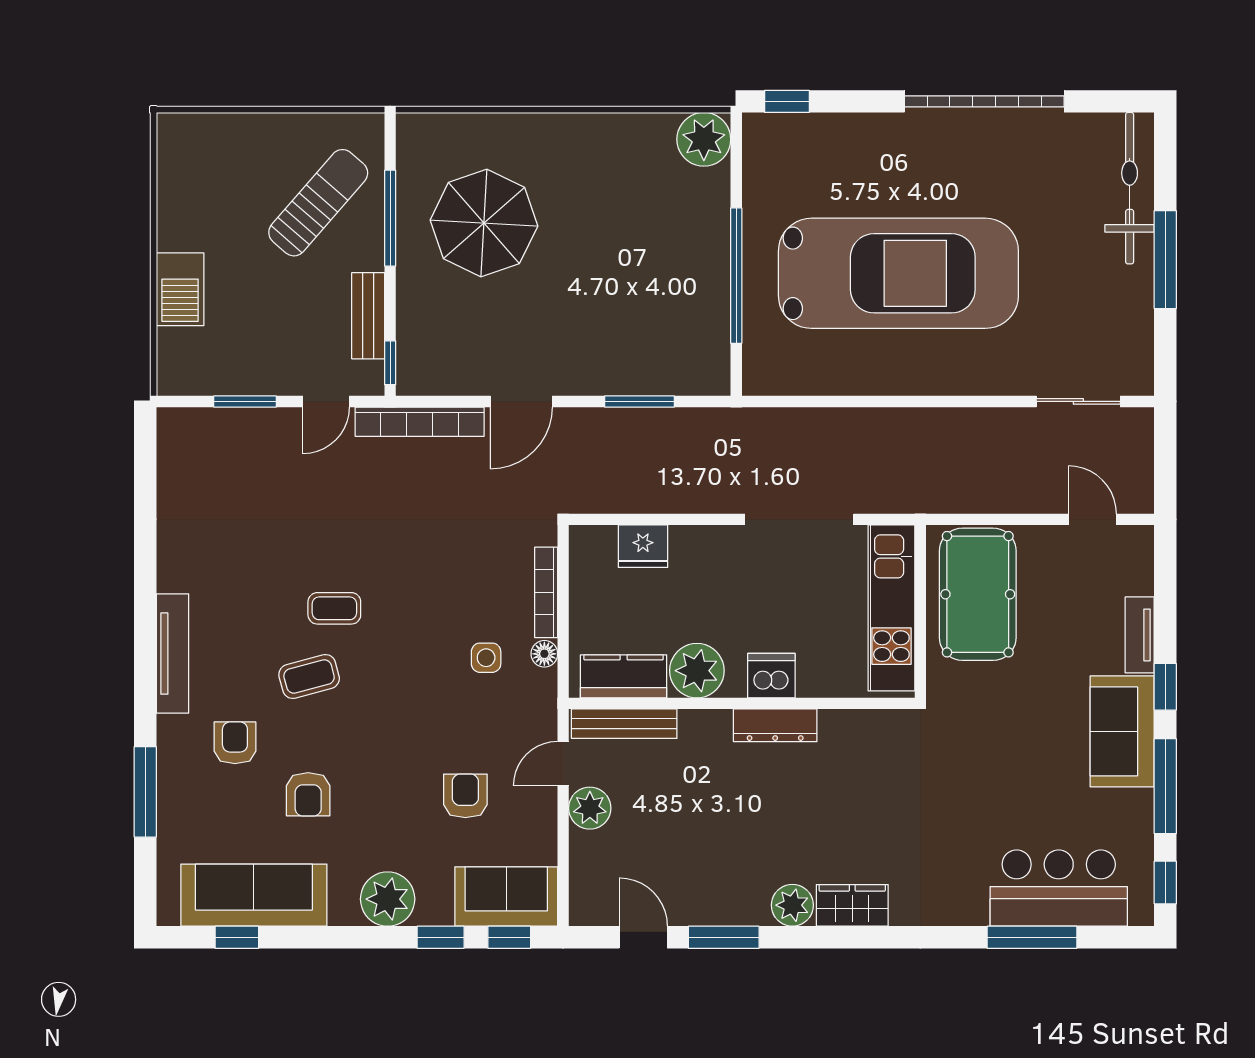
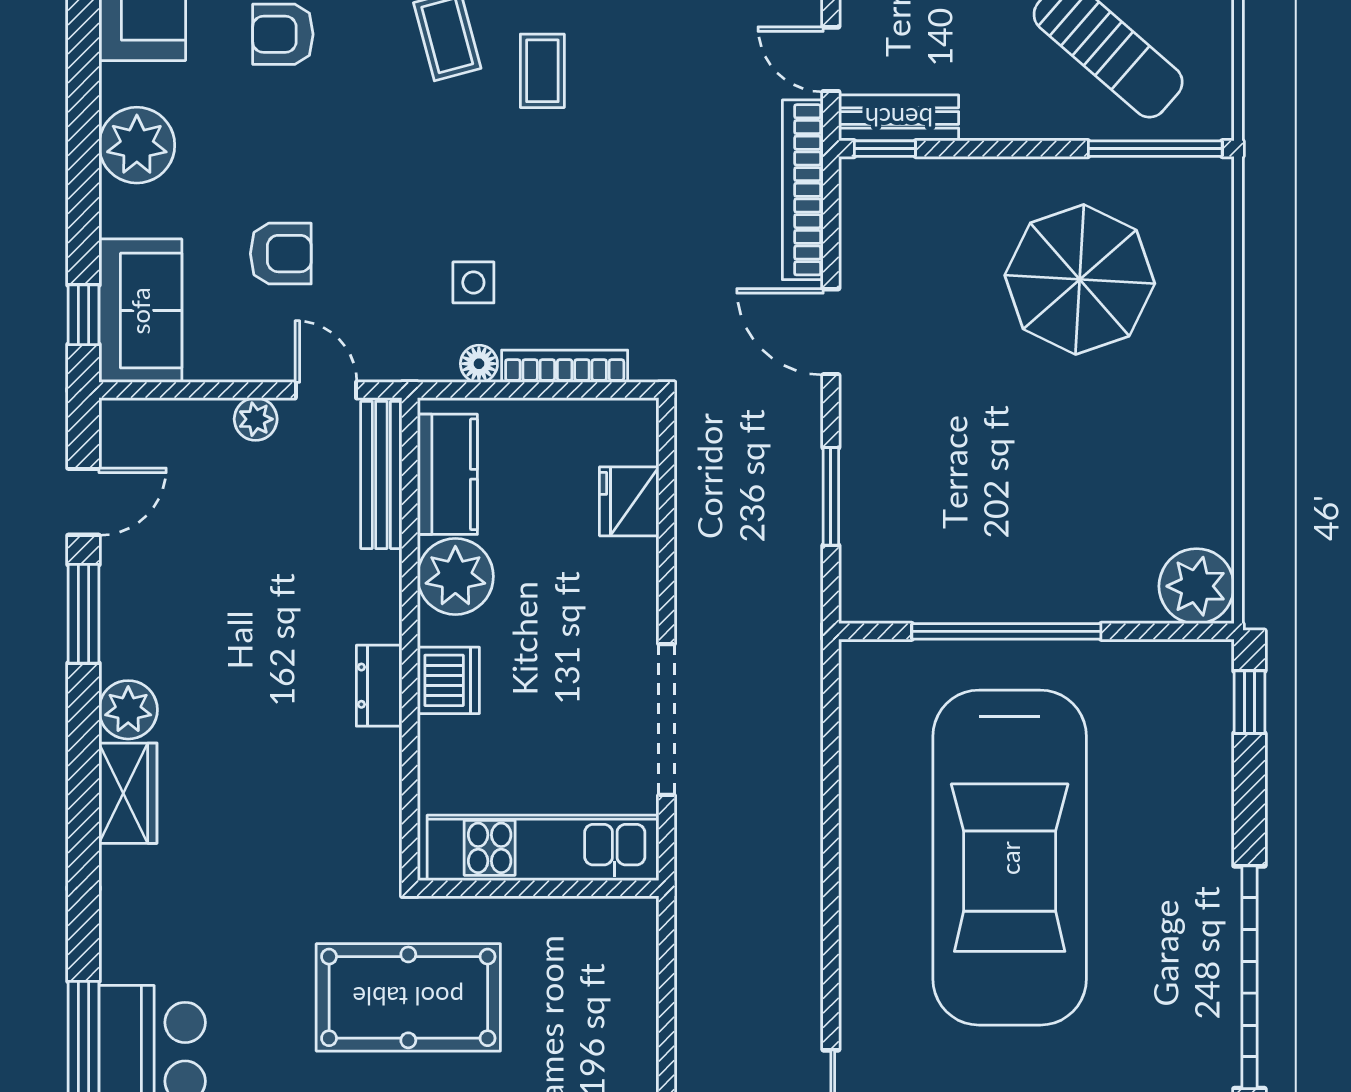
window: (390, 218) -> (1155, 149), moved
bench: (368, 316) -> (899, 118), moved
pool table: (978, 594) -> (408, 997), moved
dresser: (775, 725) -> (379, 686), width x0.70
plant: (590, 808) -> (256, 419), width x0.73, depth x0.73
window: (441, 937) -> (83, 219), removed

